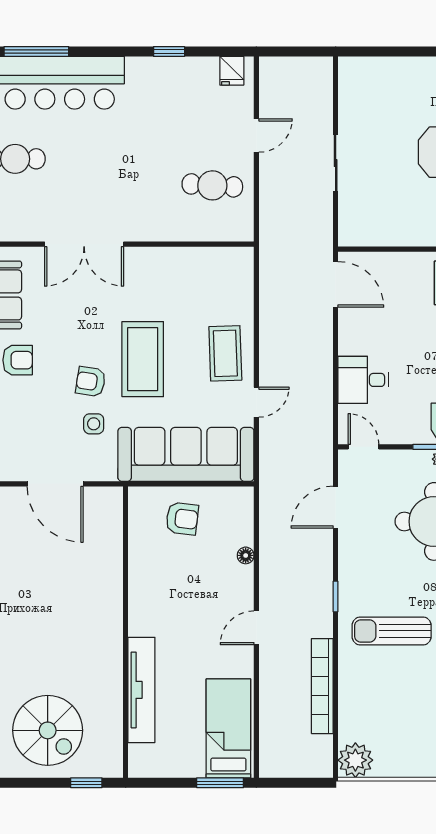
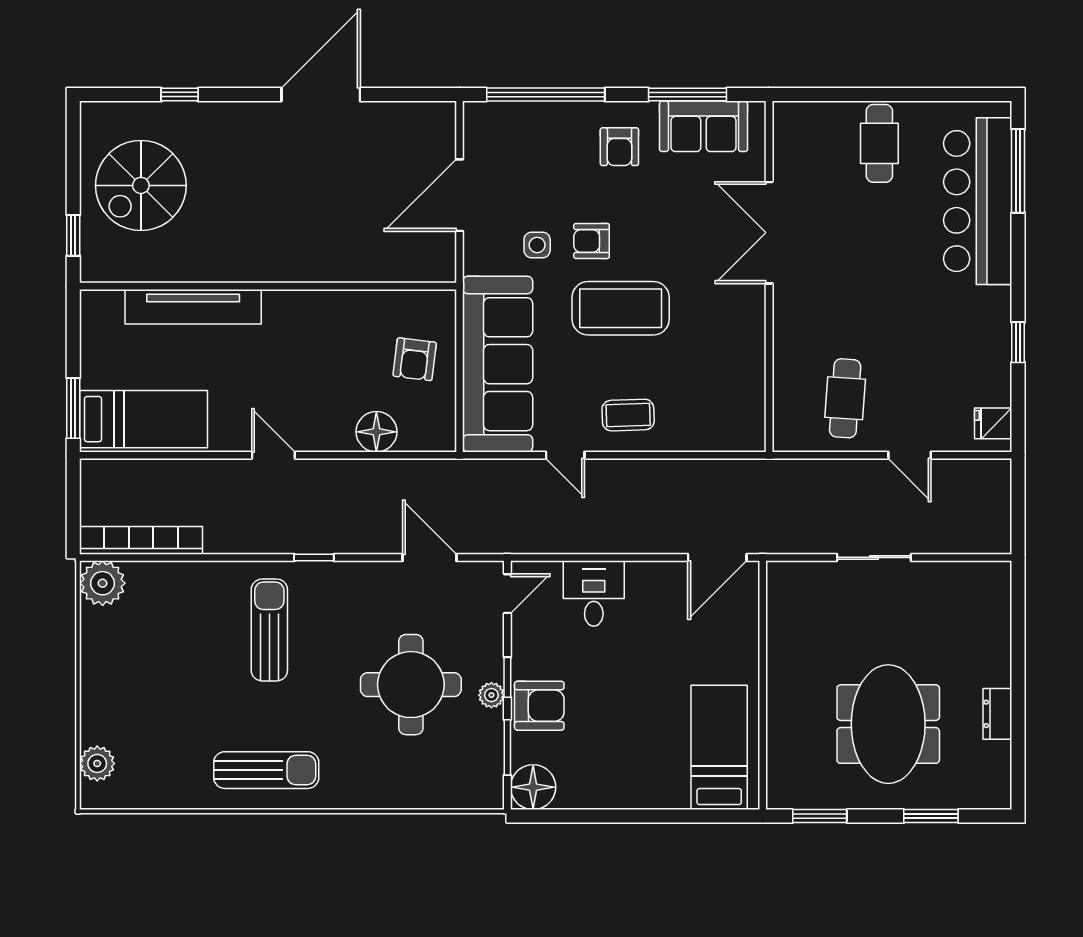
coffee table: (225, 353) -> (628, 415), width x0.73, depth x0.77
armchair: (91, 382) -> (592, 241), turned -99
floor lamp: (246, 555) -> (376, 432), width x1.89, depth x1.89
bookcase: (322, 686) -> (141, 540), moved

